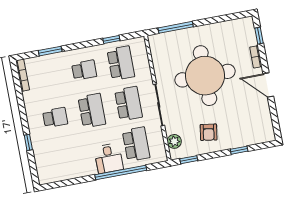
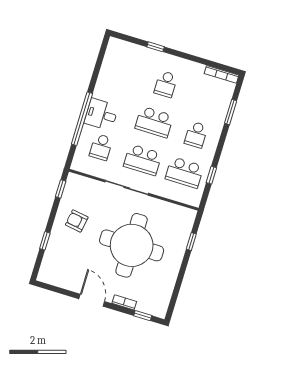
window: (176, 27) -> (191, 242), width x0.46
door: (268, 85) -> (92, 300), hinge flipped
plant: (174, 141) -> (85, 184), removed
school desk: (136, 144) -> (101, 147), width x0.54

